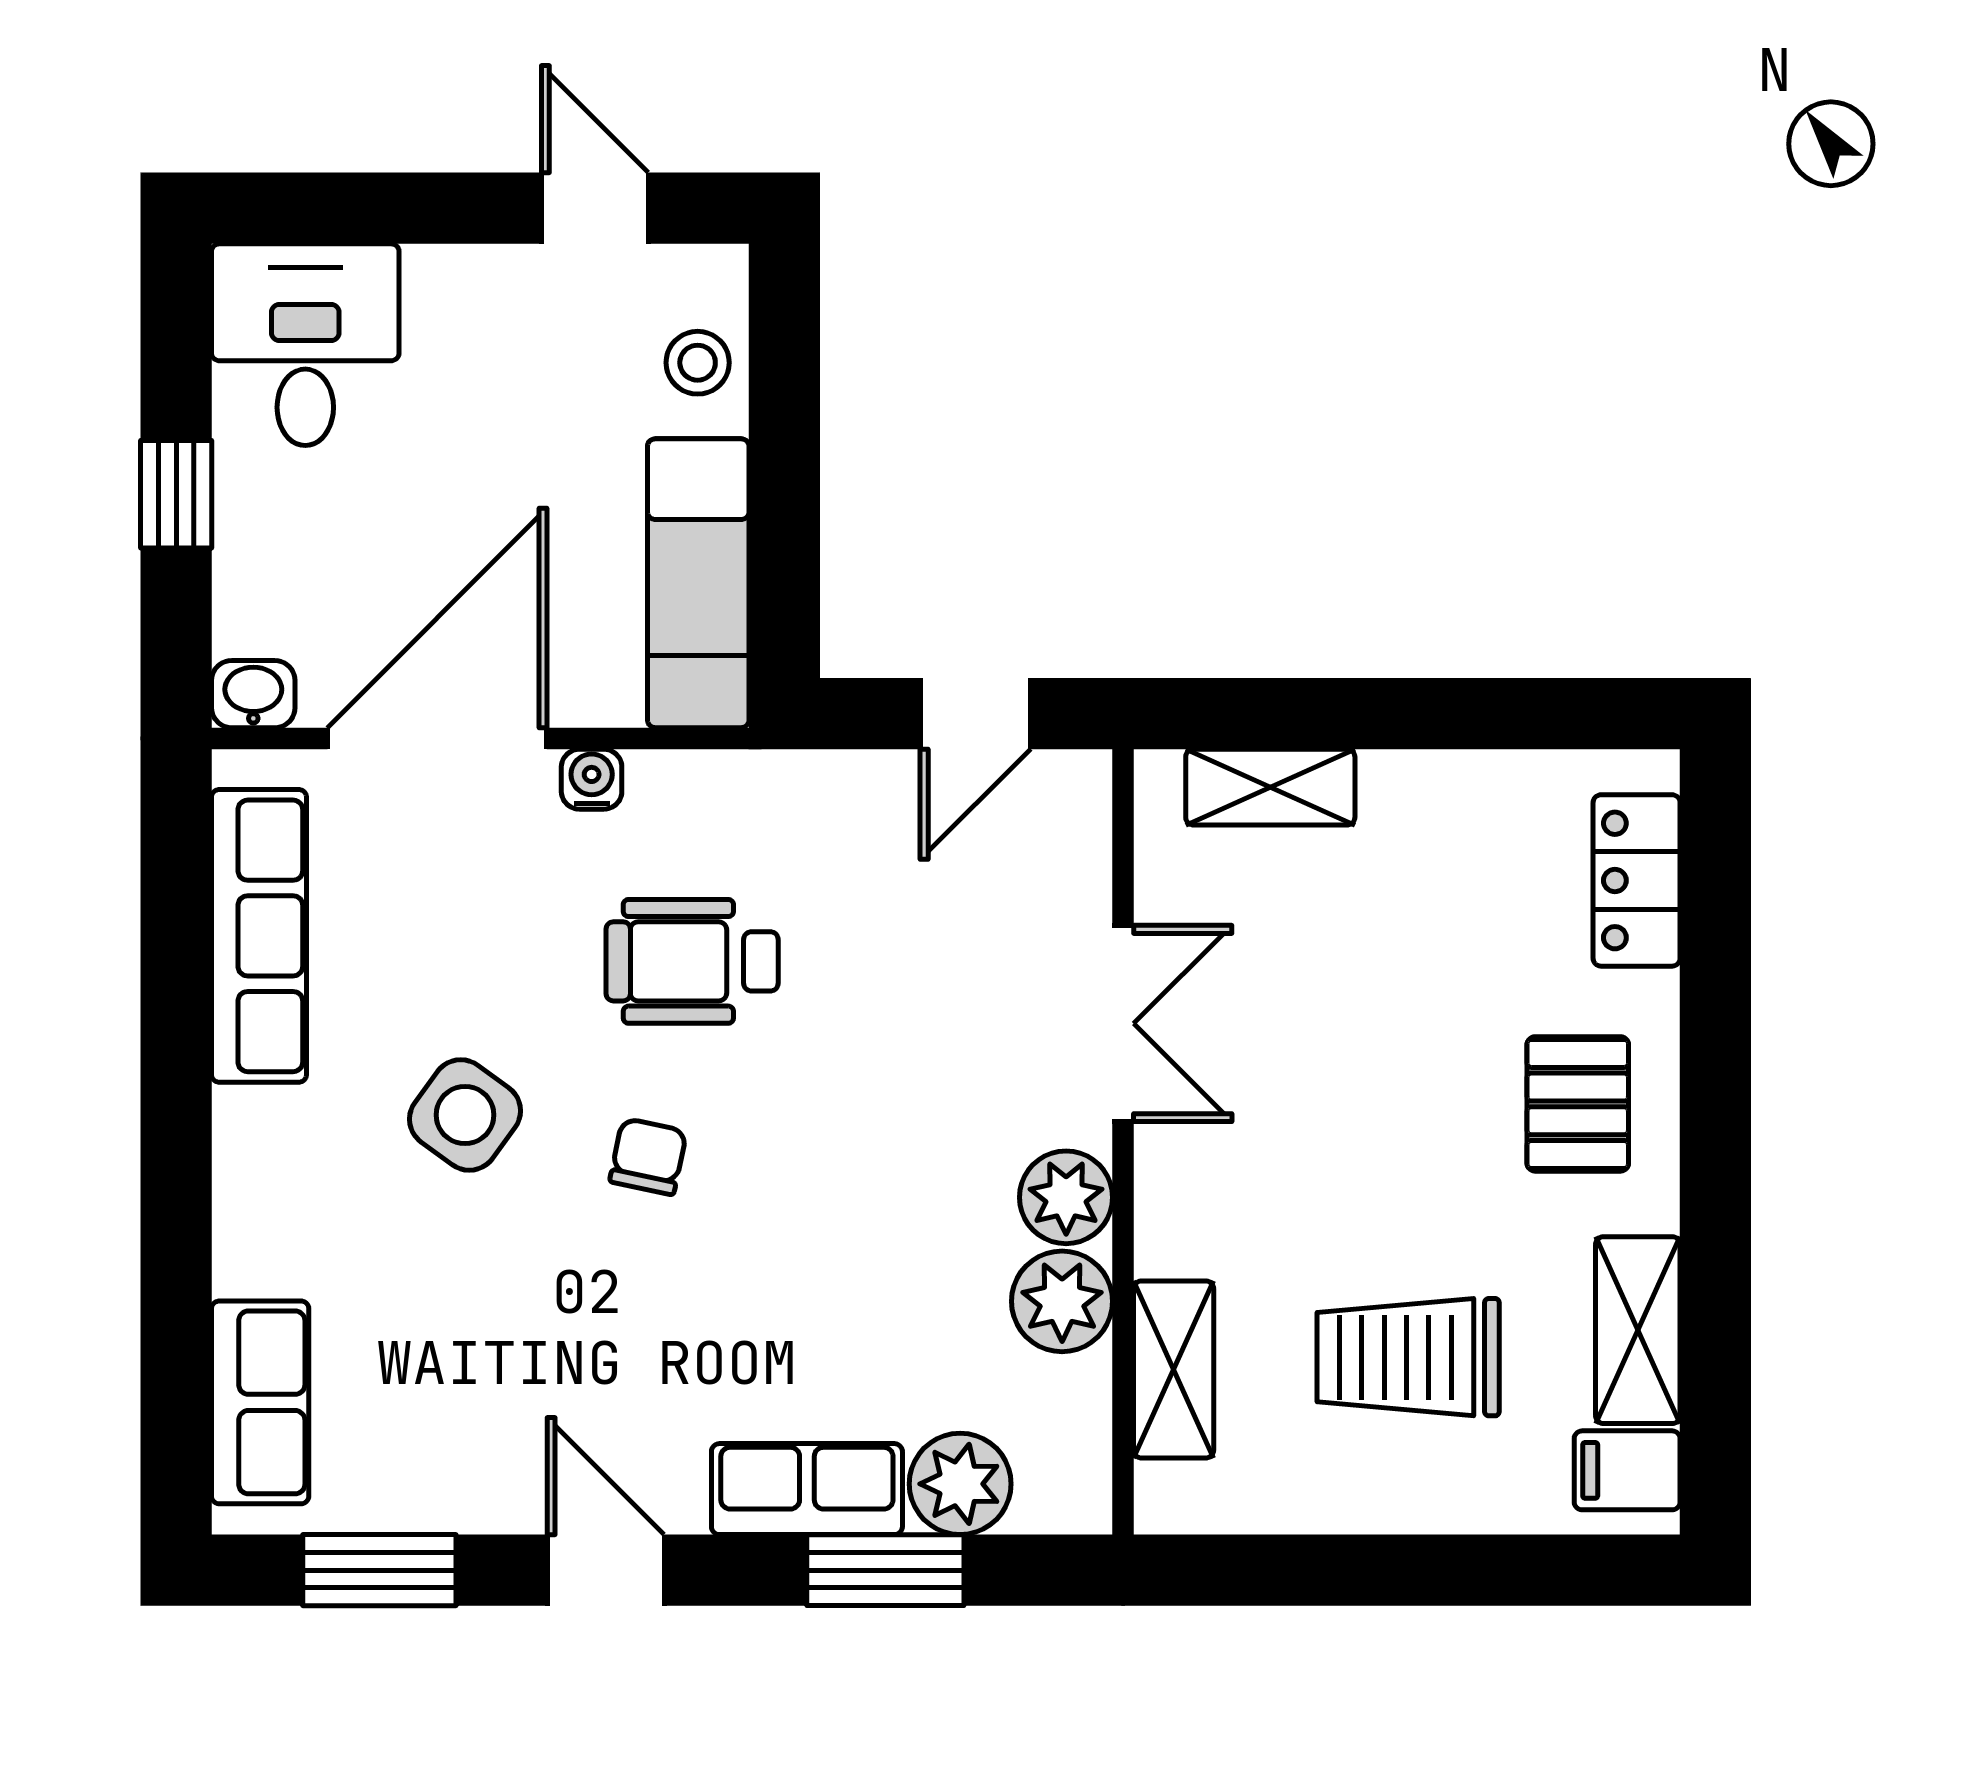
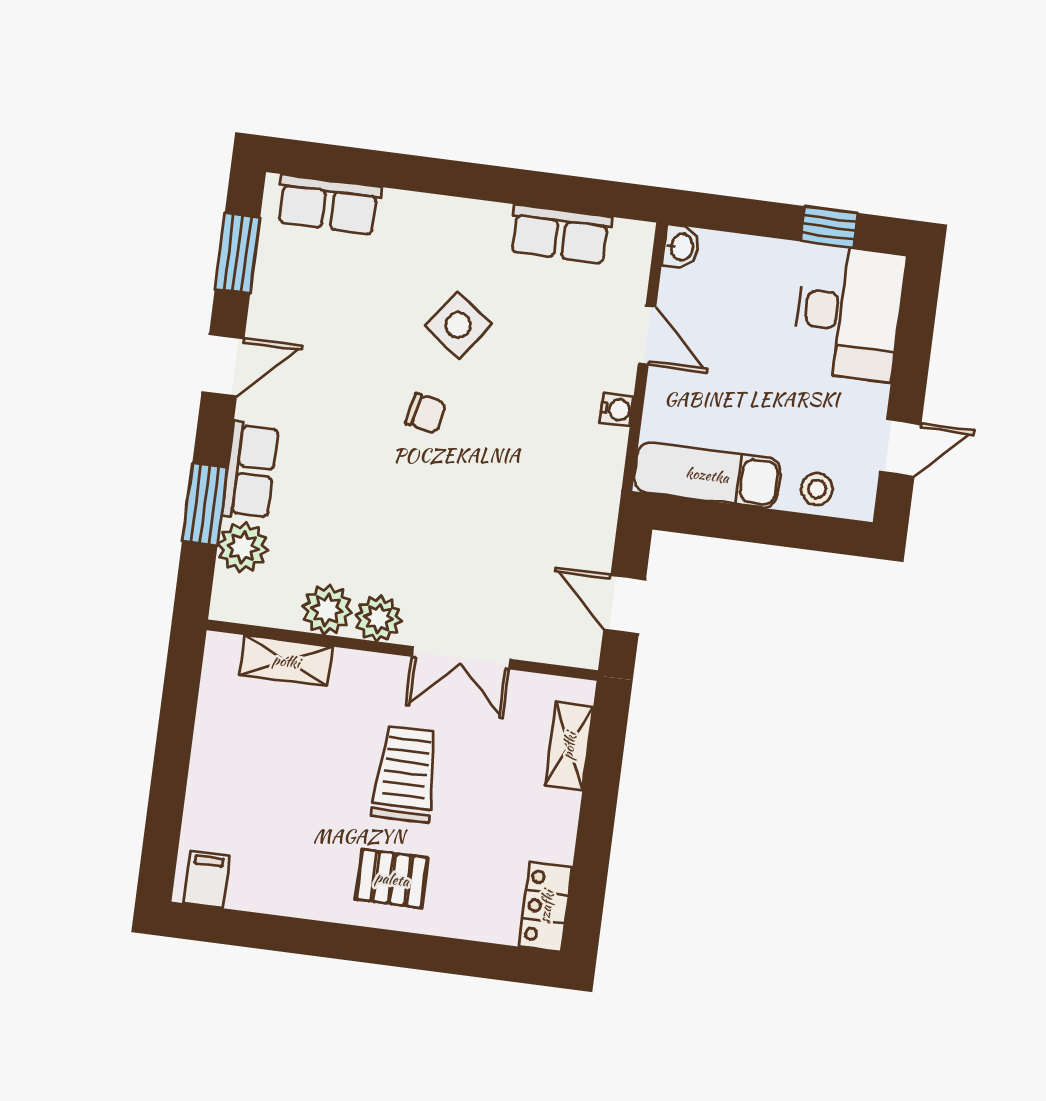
desk: (305, 345) -> (849, 313), width x1.37
window: (176, 494) -> (829, 227), moved
door: (437, 738) -> (647, 335), width x0.53
locker: (1637, 880) -> (546, 907), moved, turned -90
row of seats: (259, 936) -> (560, 234), width x0.68
wheelchair: (692, 961) -> (520, 448), removed
shelving: (1638, 1330) -> (276, 894), removed
trolley: (1408, 1357) -> (405, 774), moved

